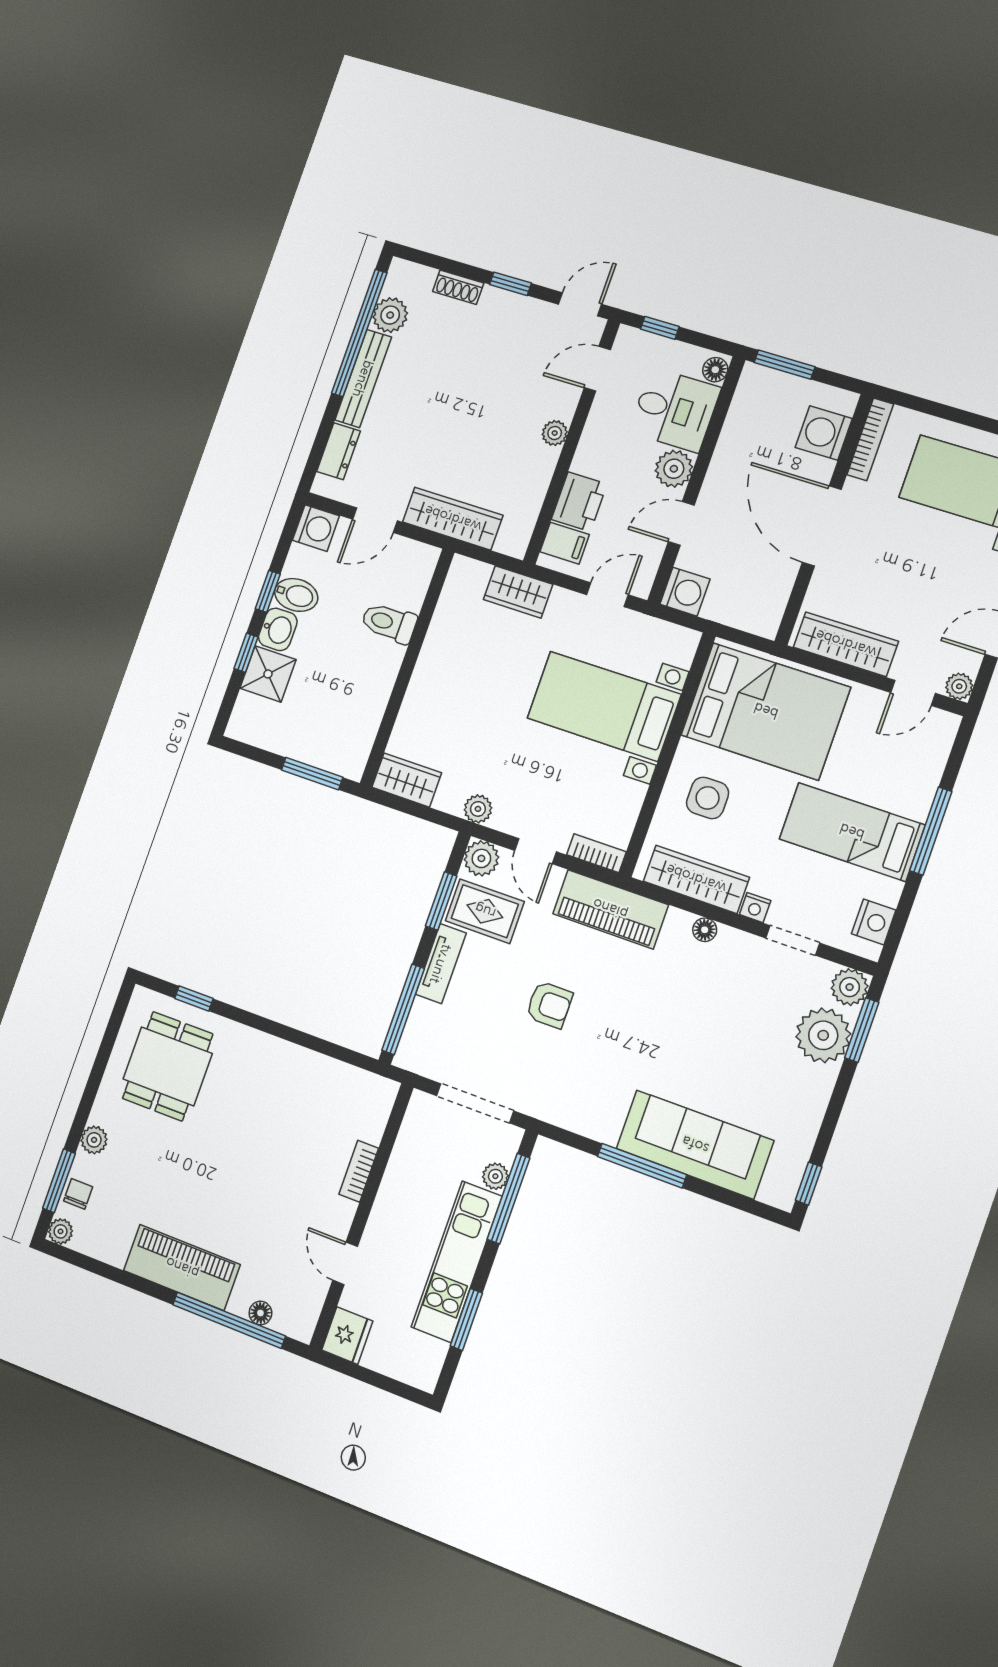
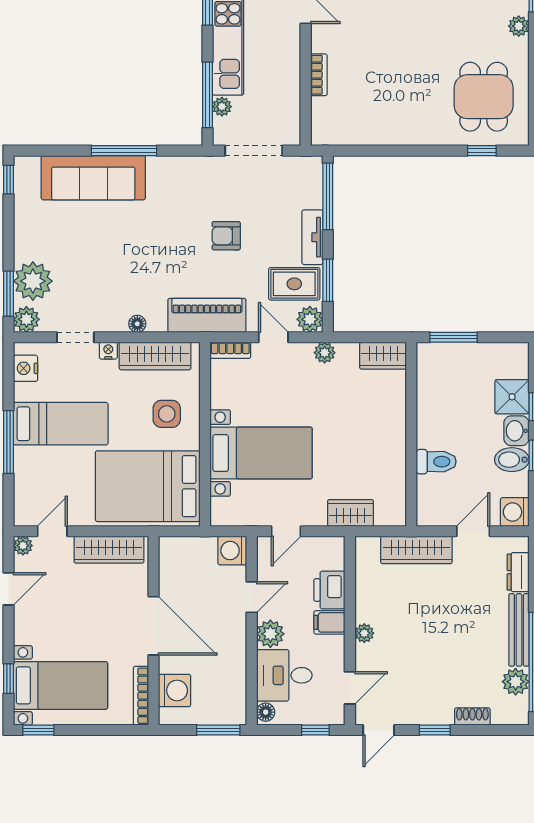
filing cabinet: (565, 543) -> (329, 622), moved

